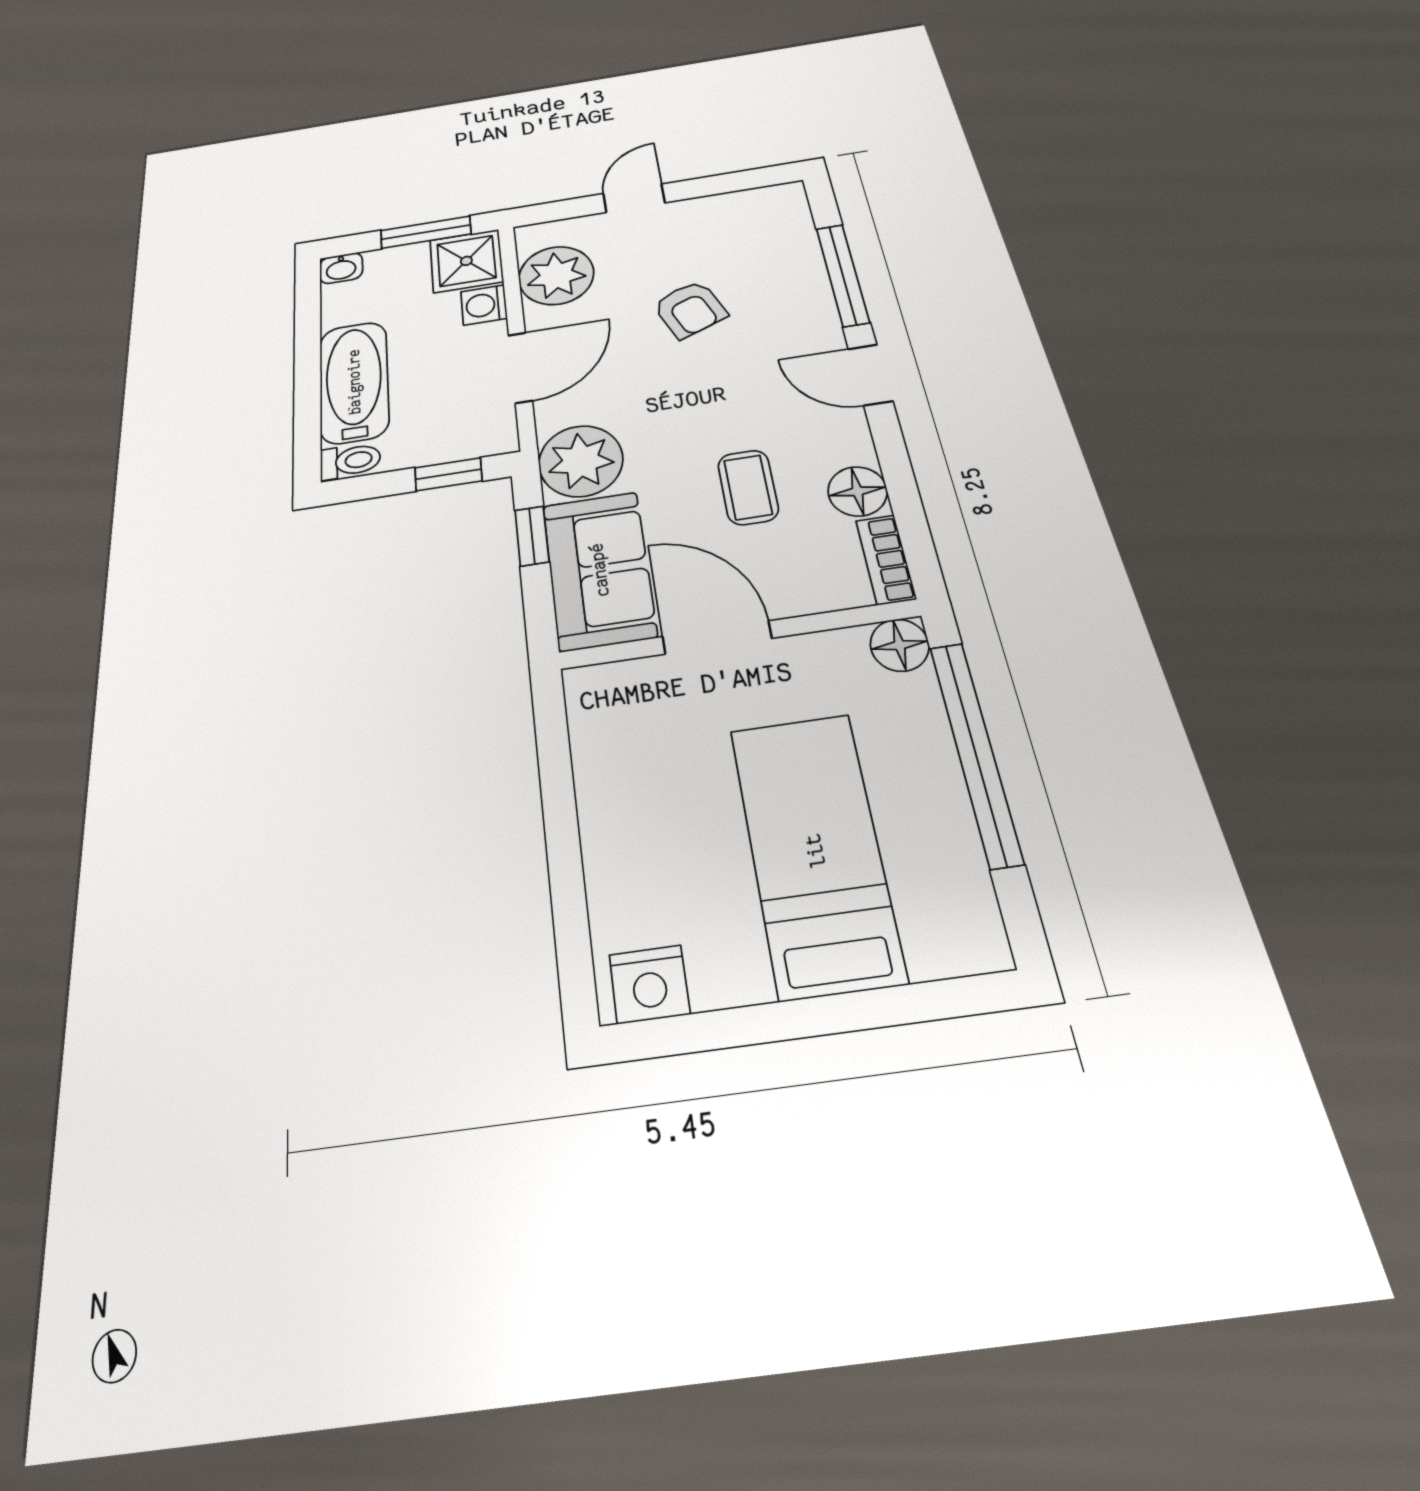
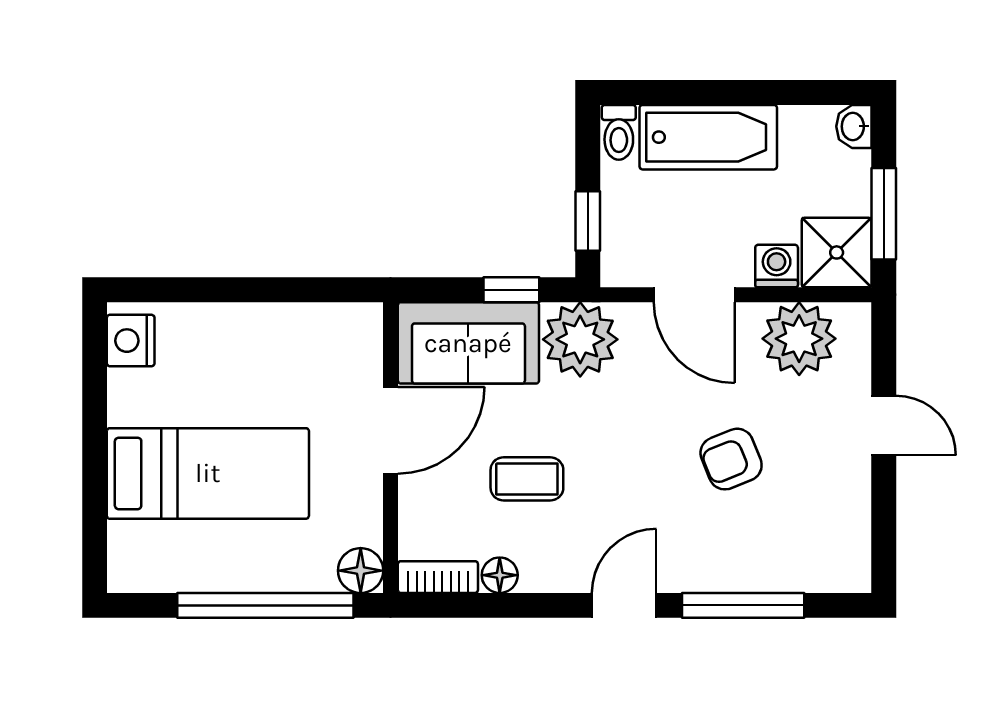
floor lamp: (857, 491) -> (500, 575), width x0.73, depth x0.73

